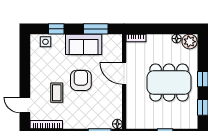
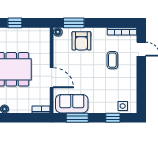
sofa: (84, 44) -> (72, 104), moved
armchair: (81, 80) -> (81, 41), moved

